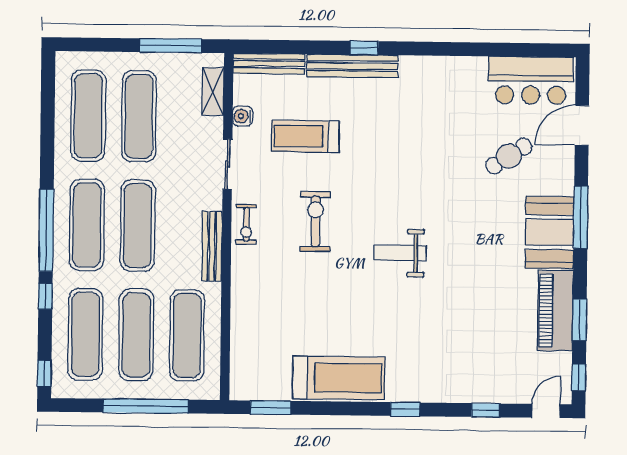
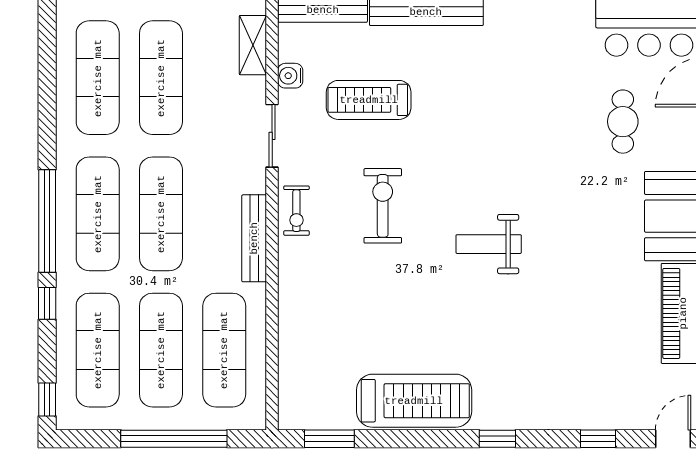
cafe table: (509, 156) -> (623, 122), turned -57

